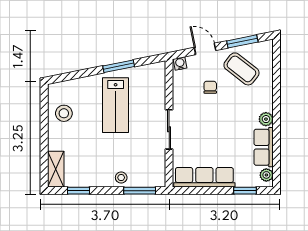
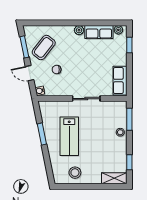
door: (205, 49) -> (30, 73), hinge flipped
lab bench: (116, 105) -> (69, 136), turned 90
row of seats: (204, 177) -> (120, 81), width x0.68

